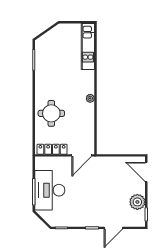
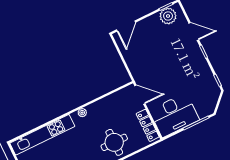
kitchen unit: (88, 46) -> (42, 135), width x1.36
desk: (50, 190) -> (174, 115), moved
plant: (137, 202) -> (168, 16), moved

